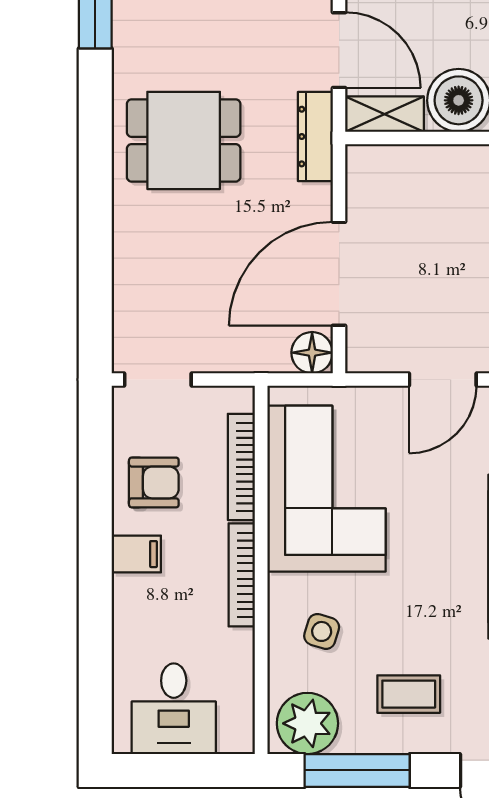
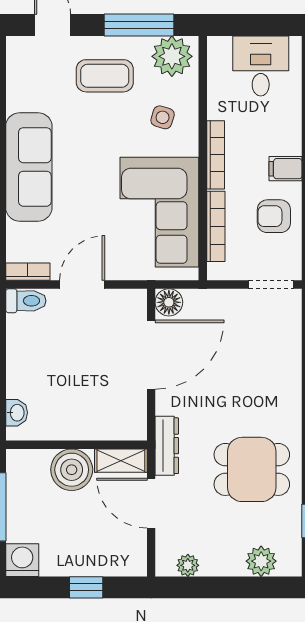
dining table: (184, 140) -> (252, 469), moved
coffee table: (409, 694) -> (105, 76), width x1.36, depth x1.30

